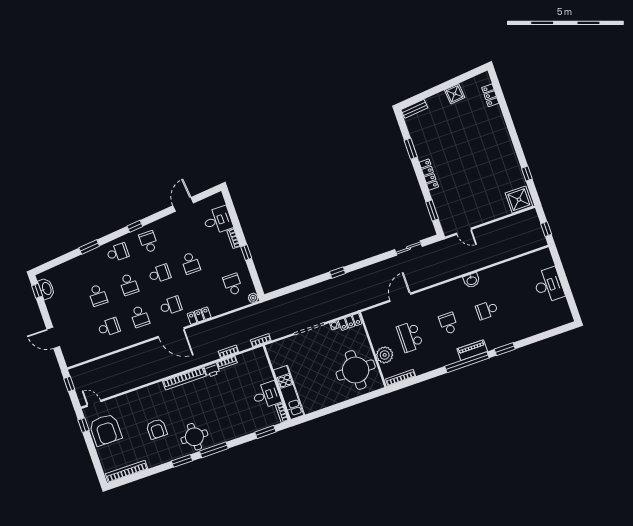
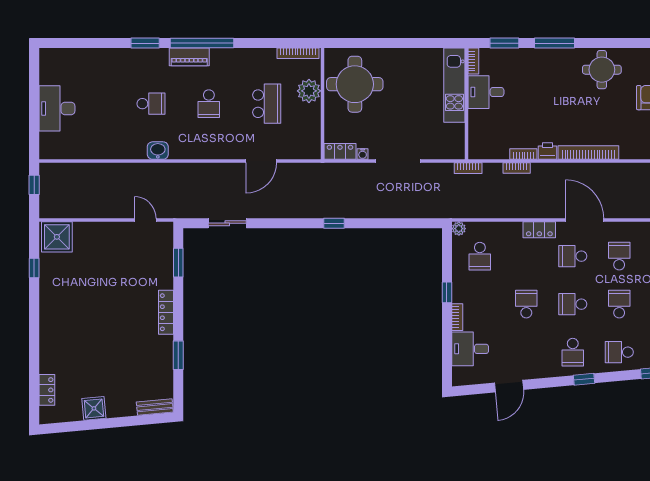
window: (214, 450) -> (555, 43), moved
window: (182, 461) -> (630, 43), removed

